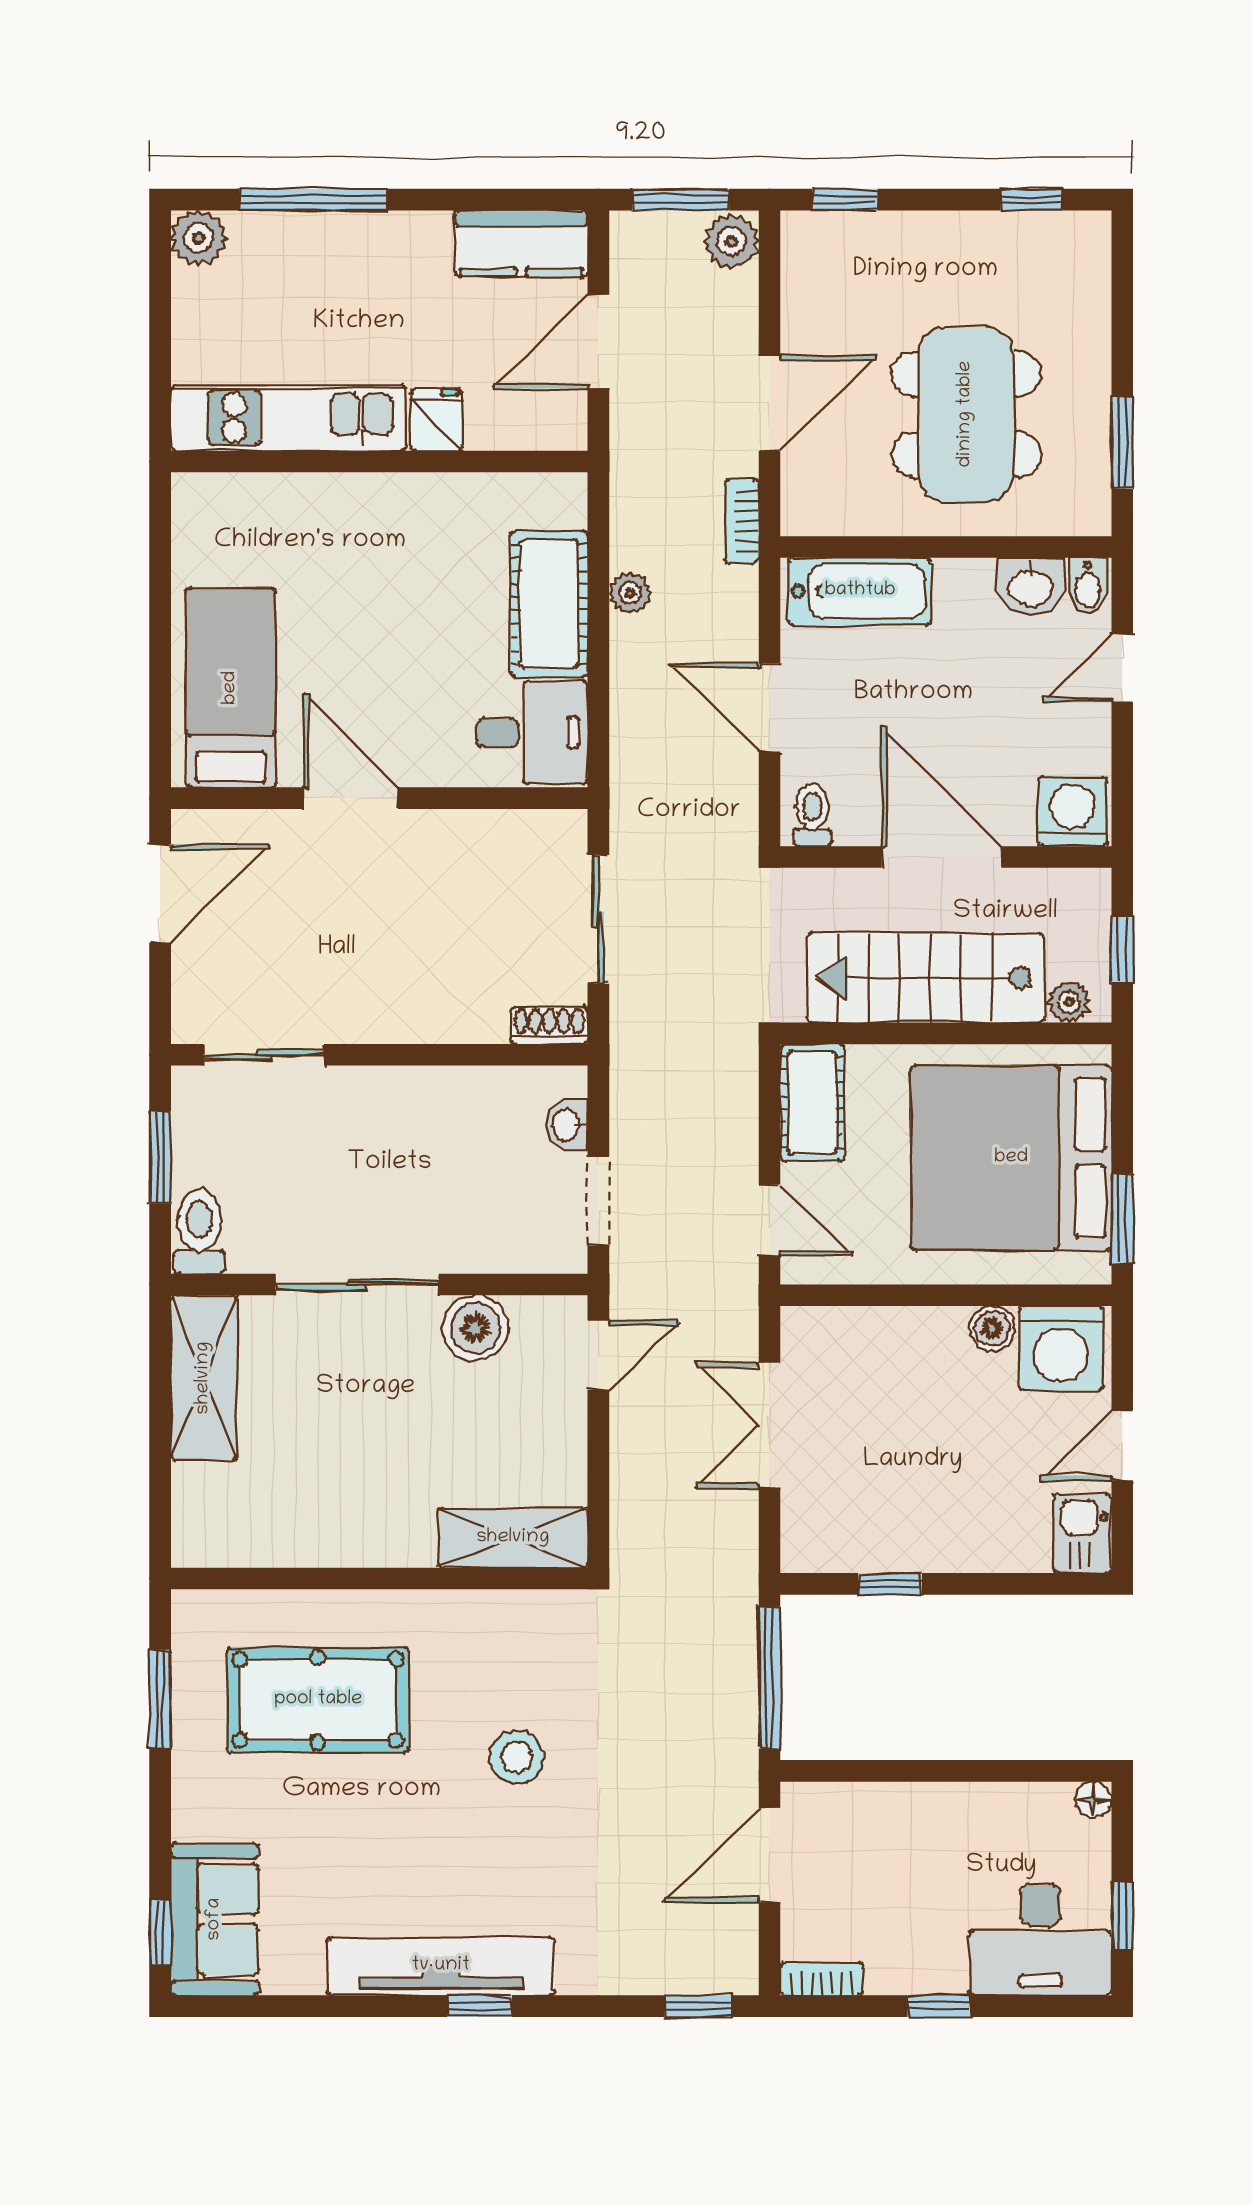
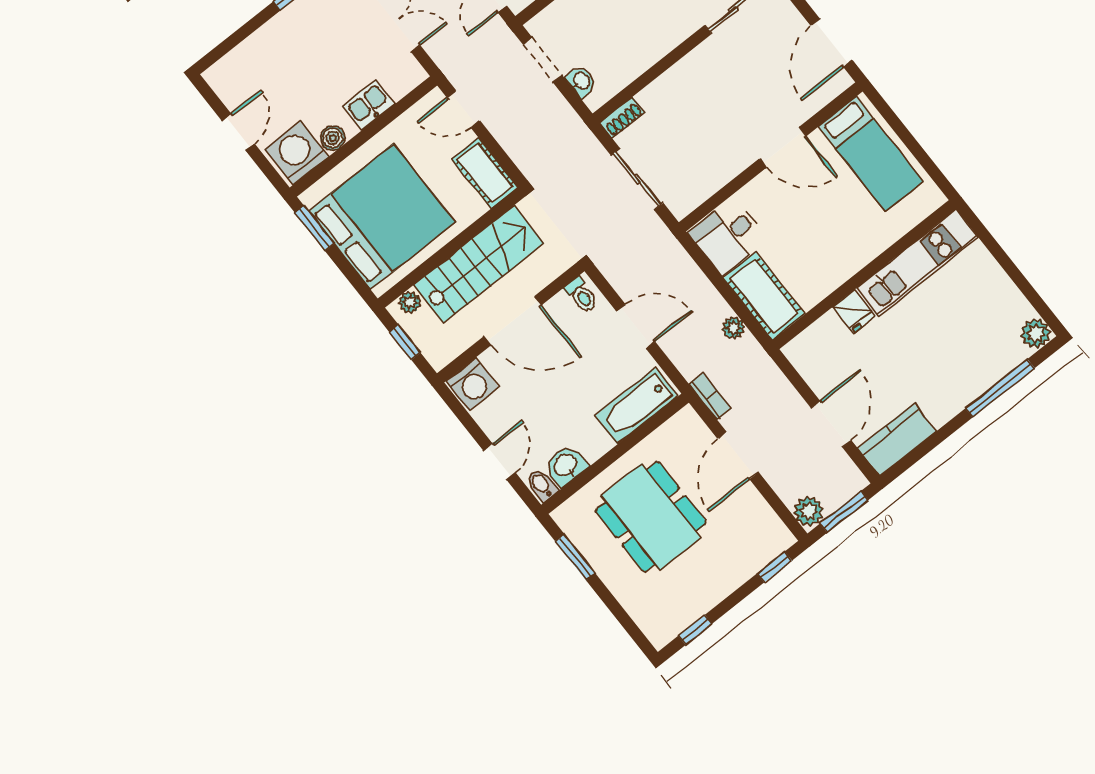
kitchen unit: (288, 418) -> (917, 263), moved
fridge: (436, 420) -> (854, 312), moved
wall: (379, 461) -> (864, 275), moved
kitchen sink: (1083, 1533) -> (369, 105), moved, turned -90

